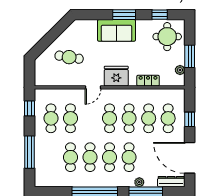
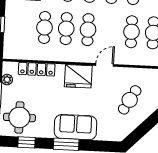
cafe table: (69, 57) -> (130, 100), turned -69
locker: (148, 81) -> (37, 69), width x1.53
cafe table: (168, 118) -> (23, 26), removed

